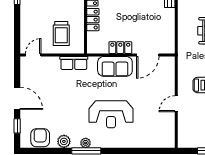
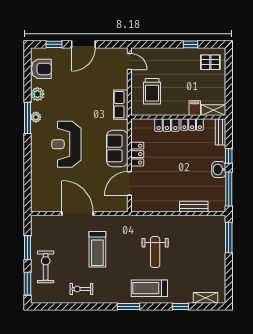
trolley: (61, 34) -> (152, 91), turned -90
door: (148, 55) -> (129, 183), hinge flipped
door: (176, 104) -> (78, 214), width x1.88

